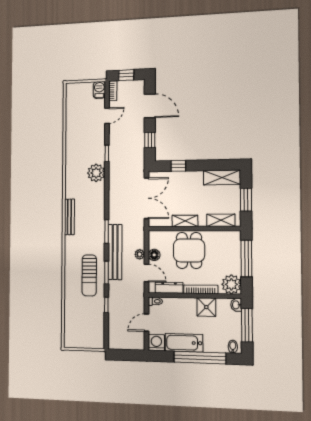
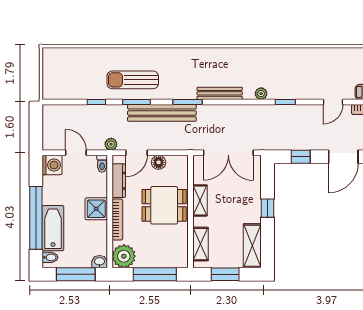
door: (107, 116) -> (333, 102), hinge flipped
window: (178, 166) -> (268, 208), moved
plant: (96, 173) -> (261, 94), width x0.53, depth x0.53
bench: (69, 217) -> (220, 93), moved
plant: (140, 254) -> (111, 144), moved
shower: (206, 307) -> (96, 209), moved
bathtub: (184, 343) -> (53, 228), moved

